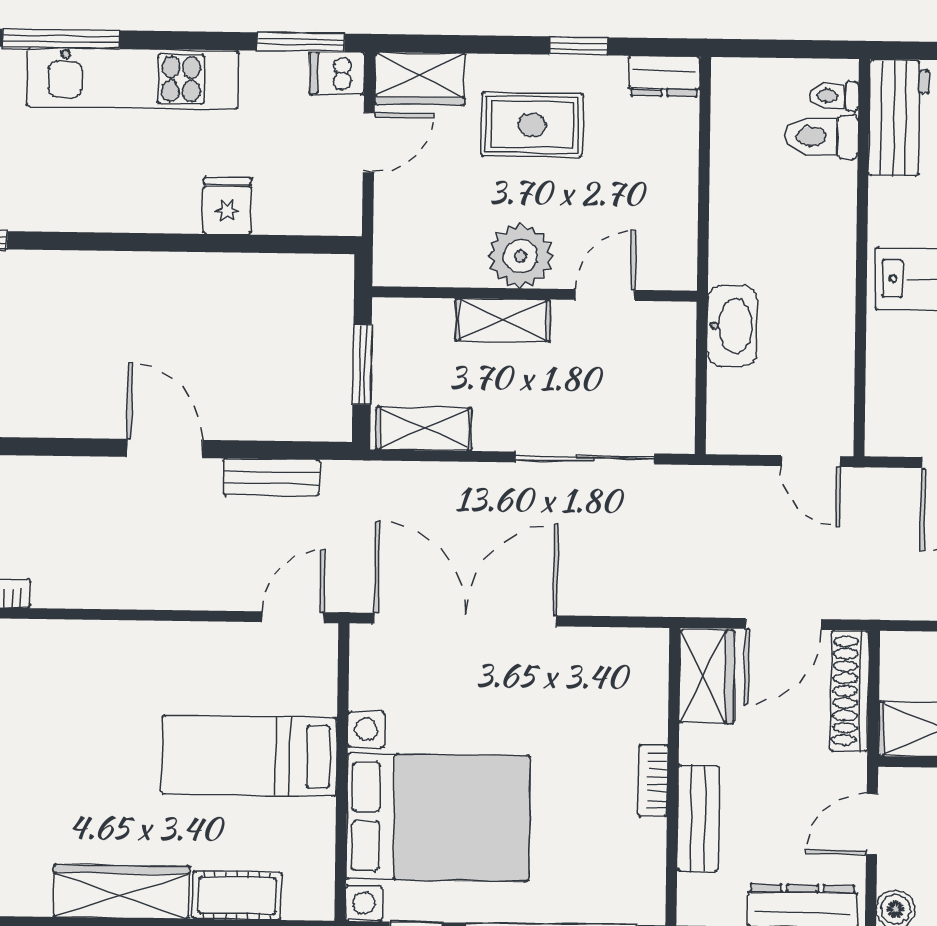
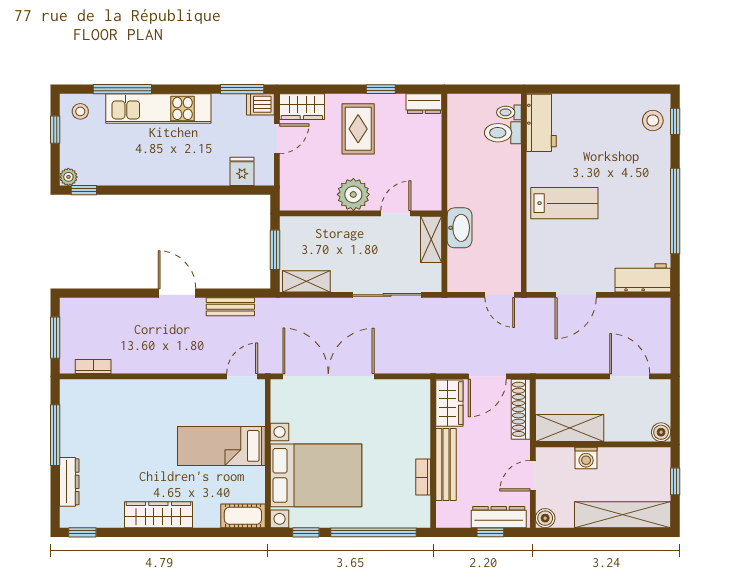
rug: (532, 125) -> (358, 129), turned 90
fridge: (227, 206) -> (242, 171), moved
shelving: (503, 320) -> (431, 239), moved, turned 90
bookcase: (653, 781) -> (423, 477), moved
bench: (698, 818) -> (446, 464), width x1.36
cot: (237, 895) -> (243, 516), moved

